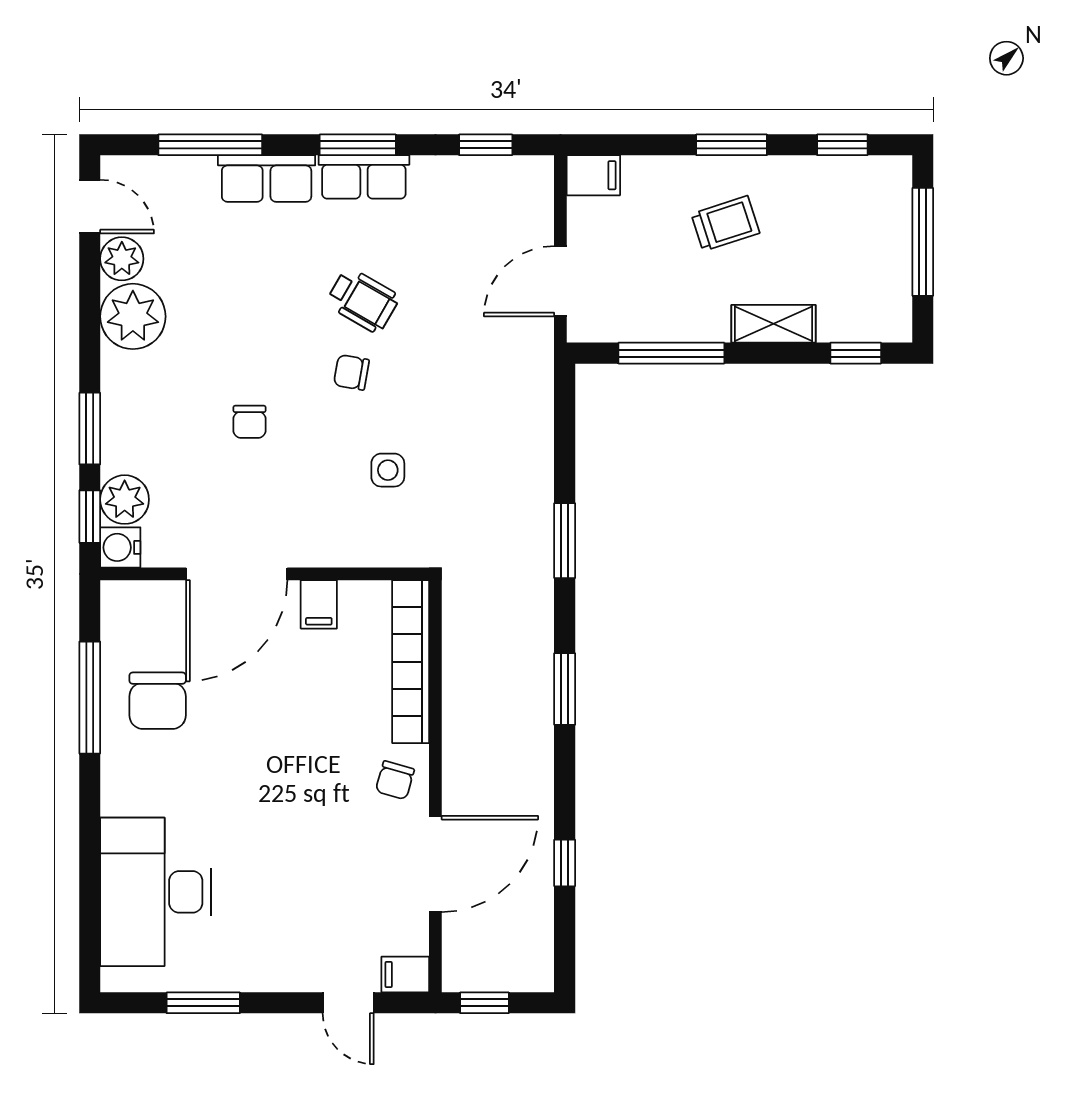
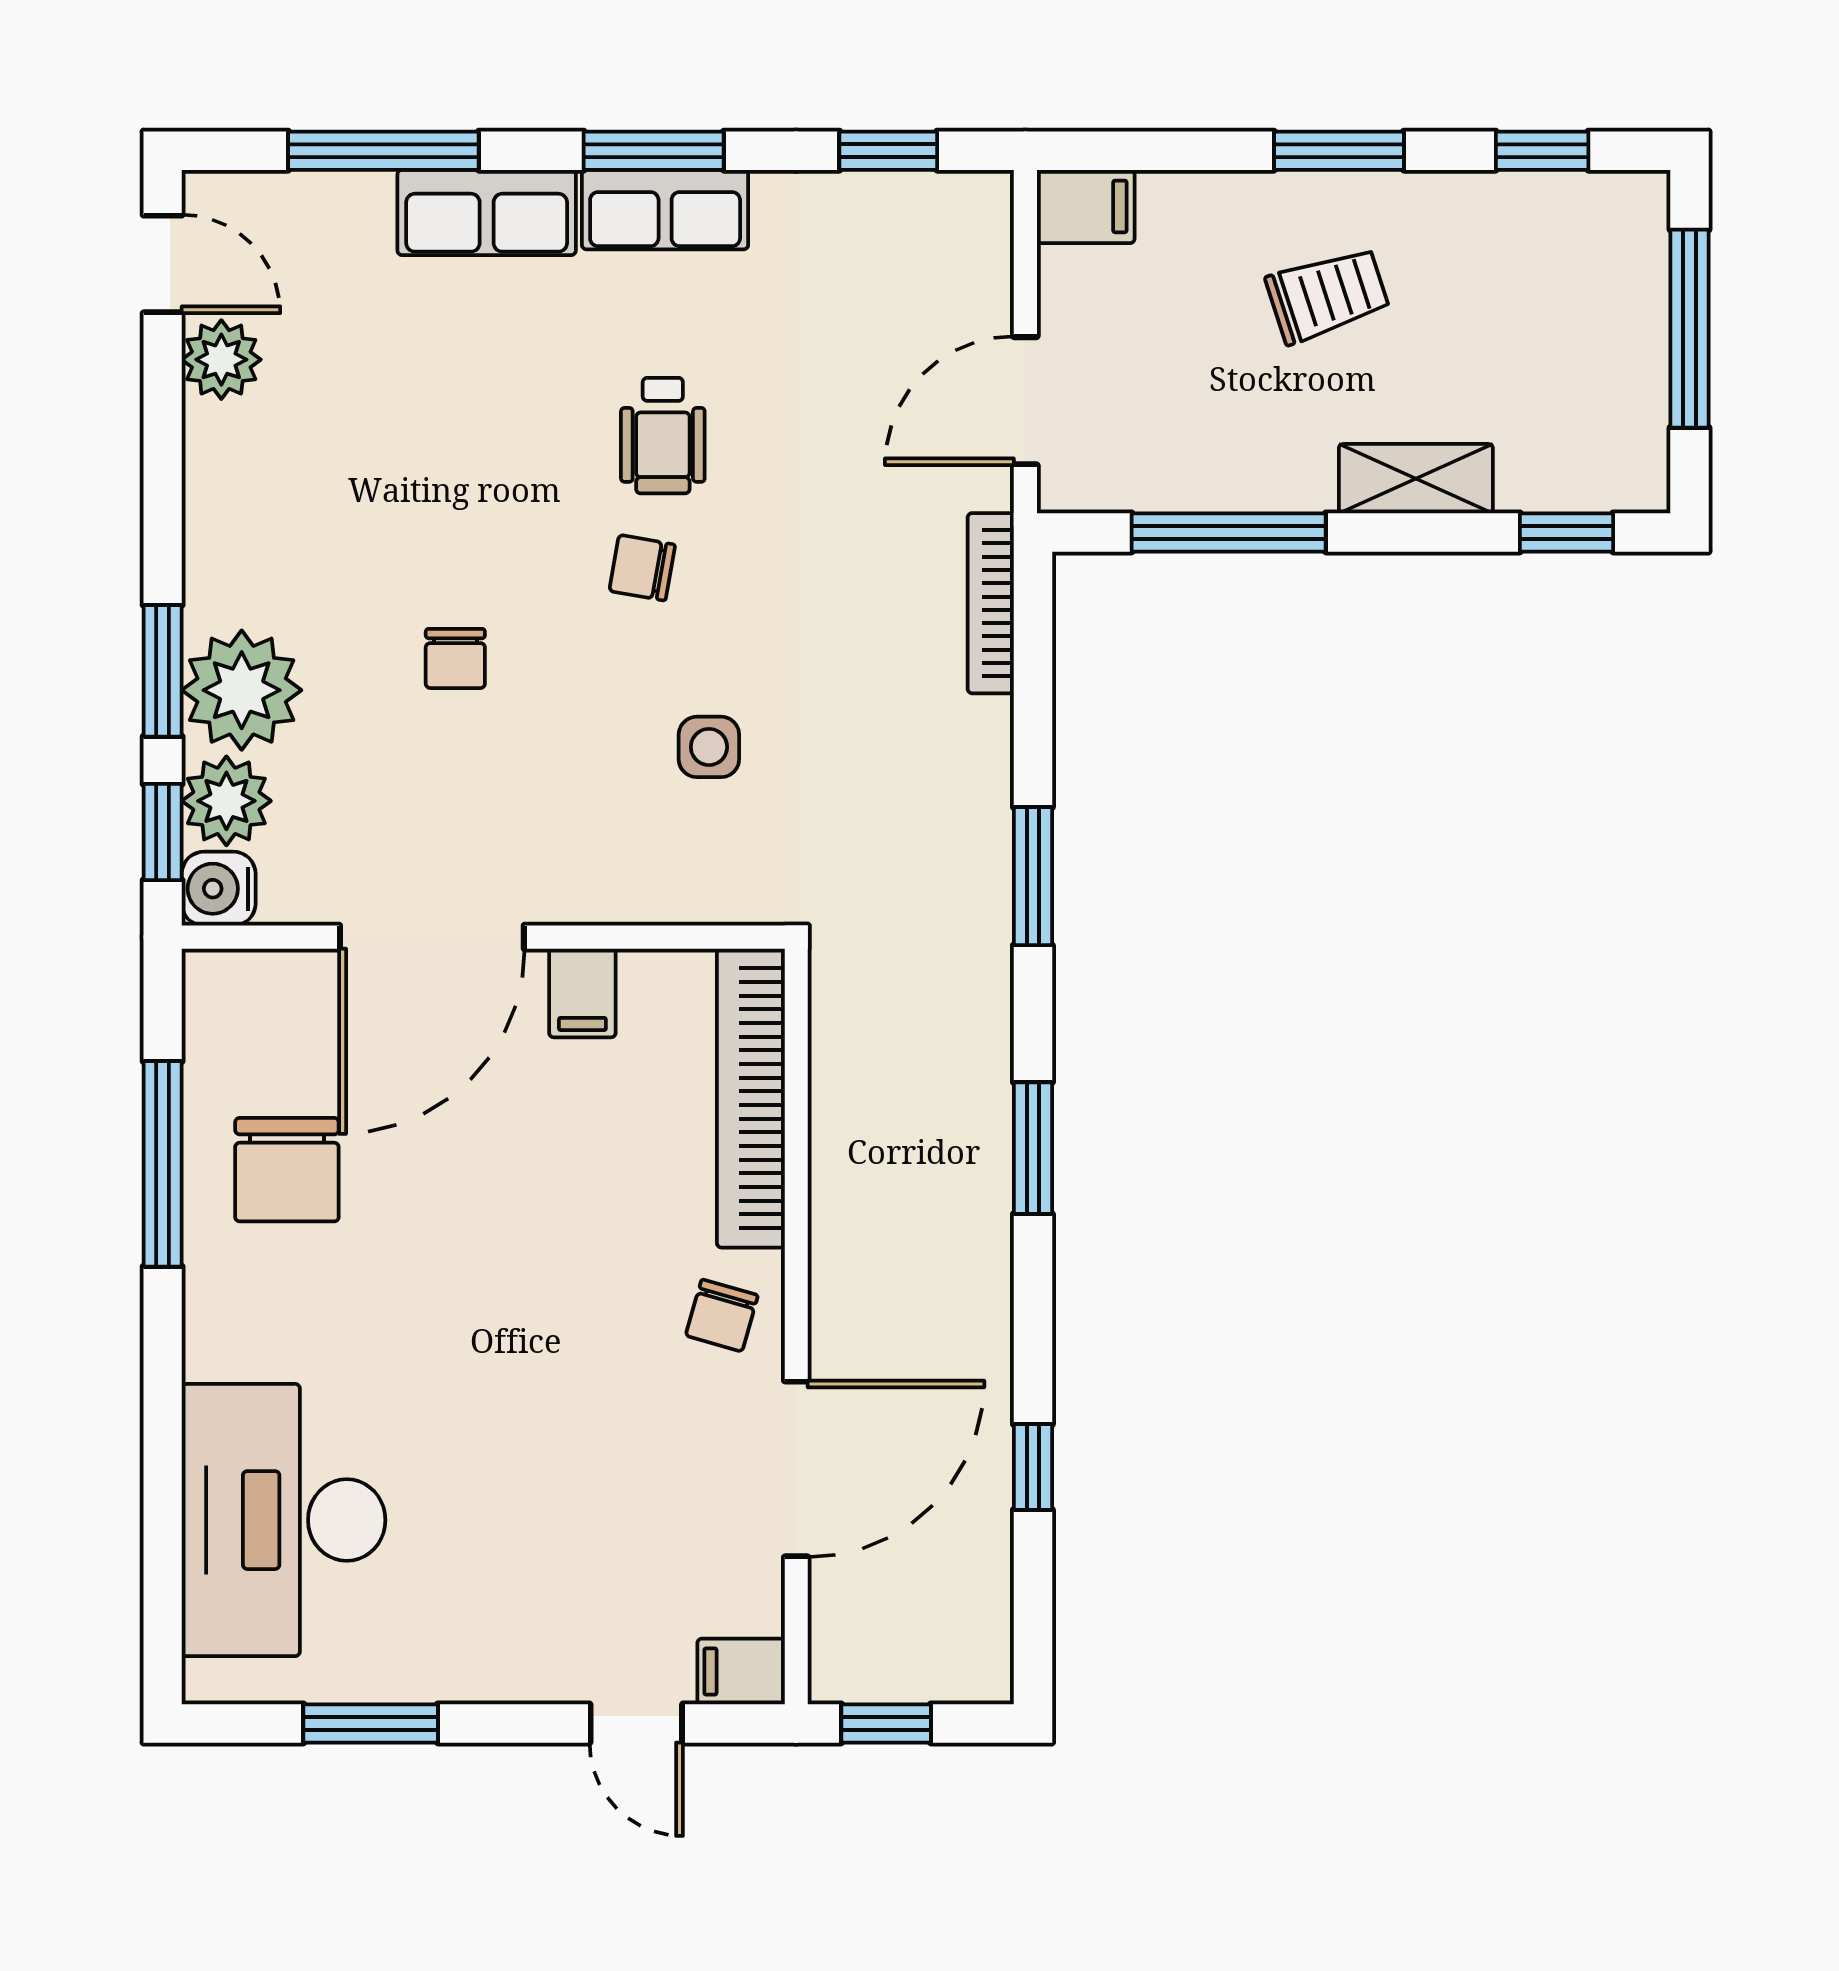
wheelchair: (363, 300) -> (663, 436), turned 60
plant: (133, 316) -> (242, 690), moved
bookcase: (542, 392) -> (991, 603), added

